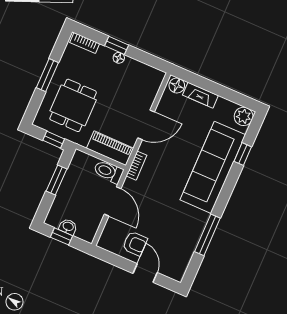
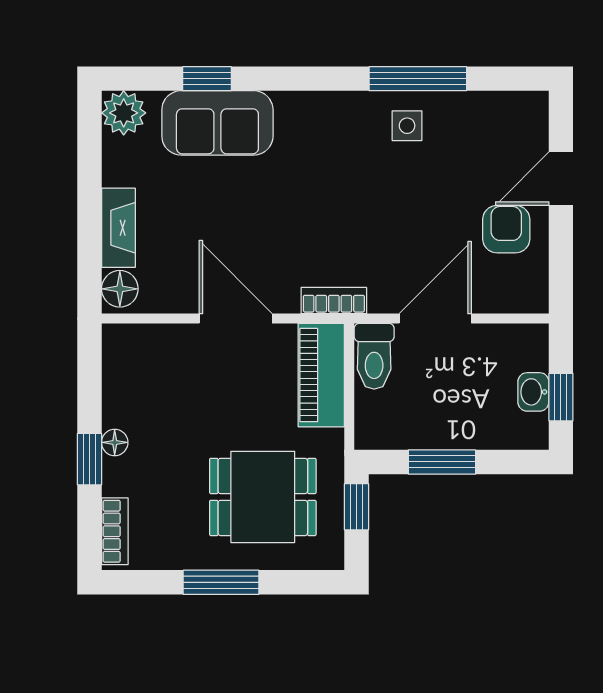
sofa: (213, 167) -> (217, 123), width x0.54, depth x0.79
side table: (191, 223) -> (407, 126), added

